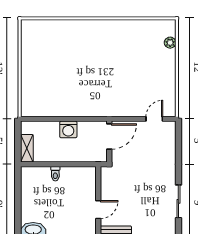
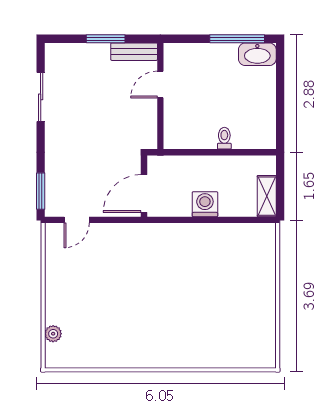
window: (178, 138) -> (41, 191), added
shelving: (27, 148) -> (267, 196), moved

